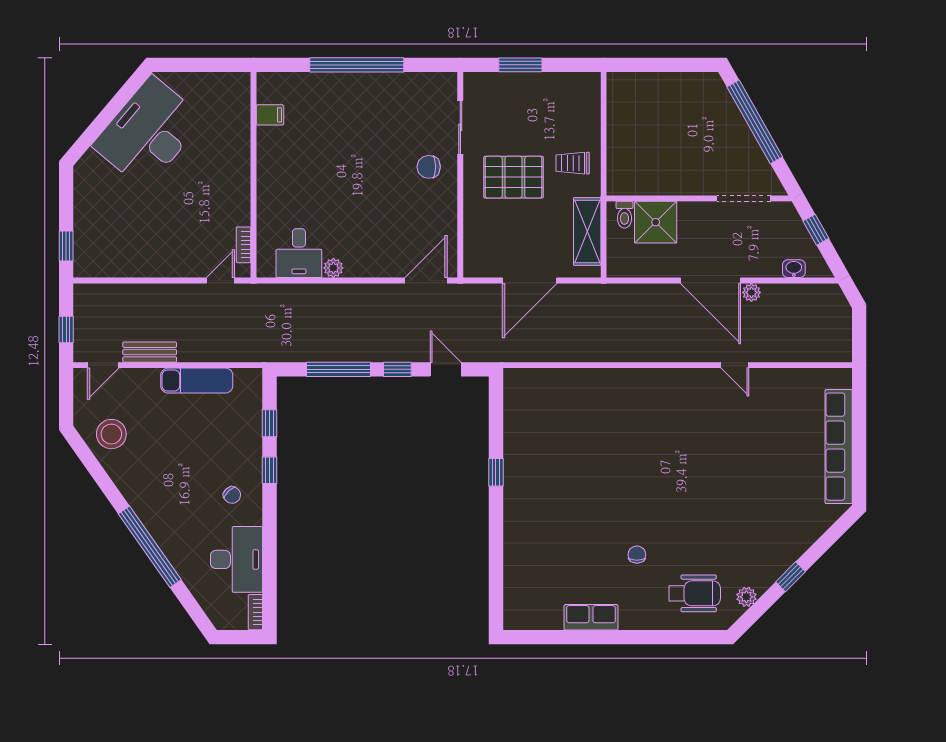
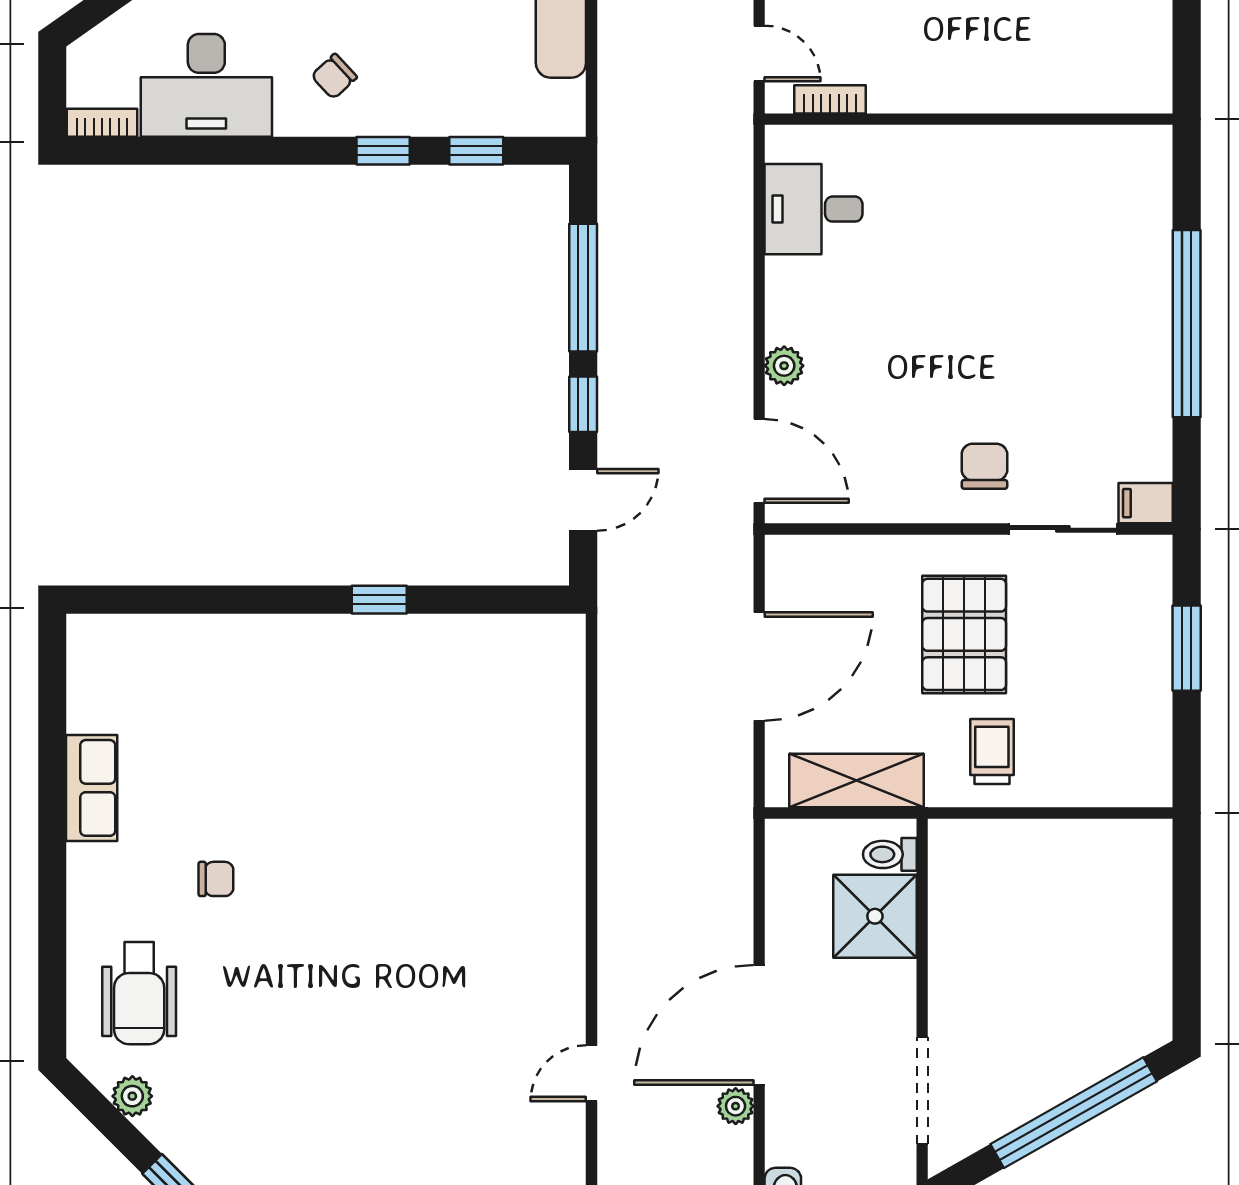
filing cabinet: (270, 115) -> (1146, 503), moved, turned 90
plant: (333, 268) -> (784, 366), moved
door: (530, 281) -> (759, 666), swing flipped

